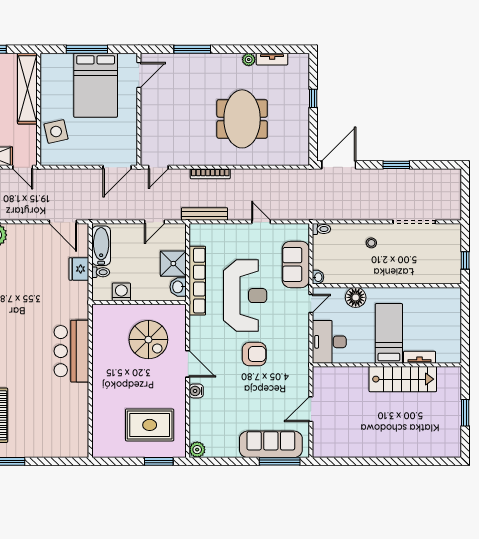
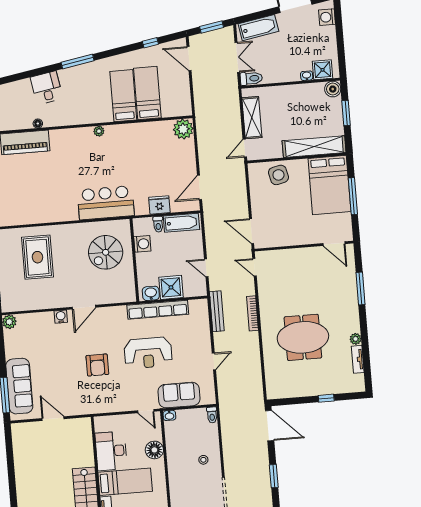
bed: (96, 85) -> (329, 185), moved, turned -90
reception desk: (245, 296) -> (148, 353), width x0.74, depth x0.77
spiral stairs: (148, 340) -> (106, 252), moved
desk: (329, 342) -> (111, 451), moved, turned -90
bar counter: (71, 351) -> (106, 203), moved
rug: (150, 425) -> (37, 257), moved

